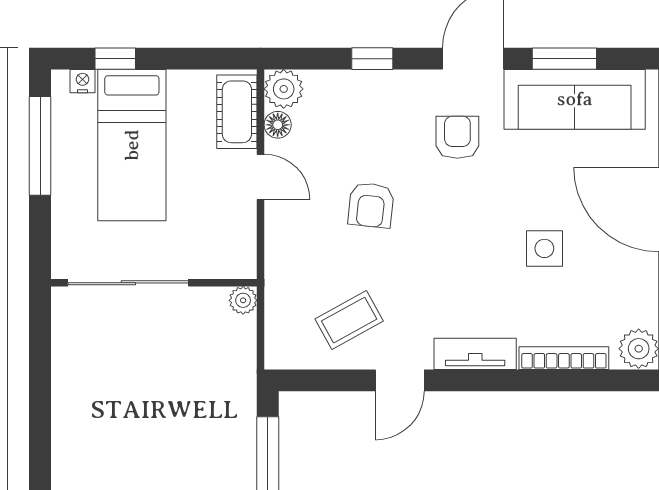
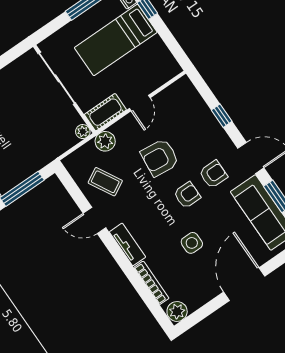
plant: (284, 89) -> (105, 141), moved
cot: (237, 112) -> (105, 112), moved
floor lamp: (278, 125) -> (166, 95), removed
armchair: (462, 203) -> (187, 195), added
armchair: (371, 205) -> (160, 158), width x1.38, depth x1.38

